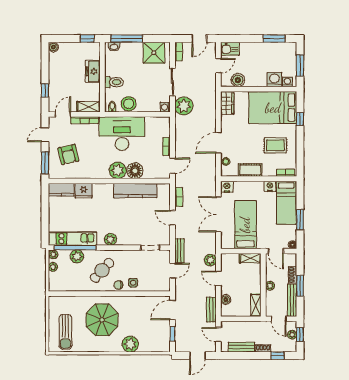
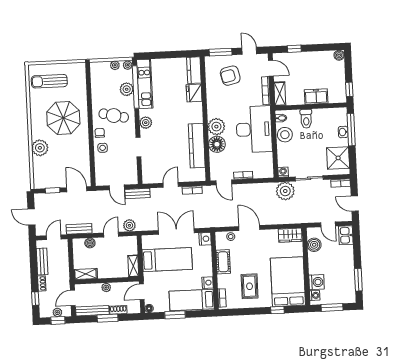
washbasin: (114, 47) -> (343, 132), moved
doorway: (150, 248) -> (138, 147), moved
cafe table: (102, 270) -> (114, 116), turned -30

